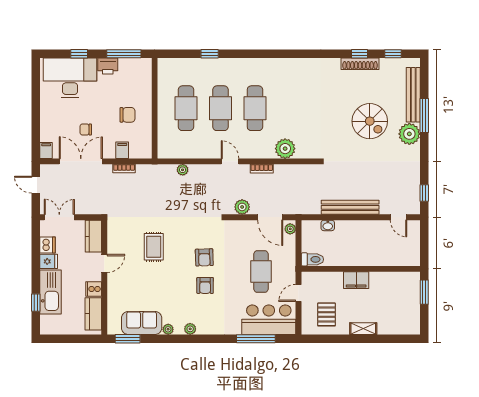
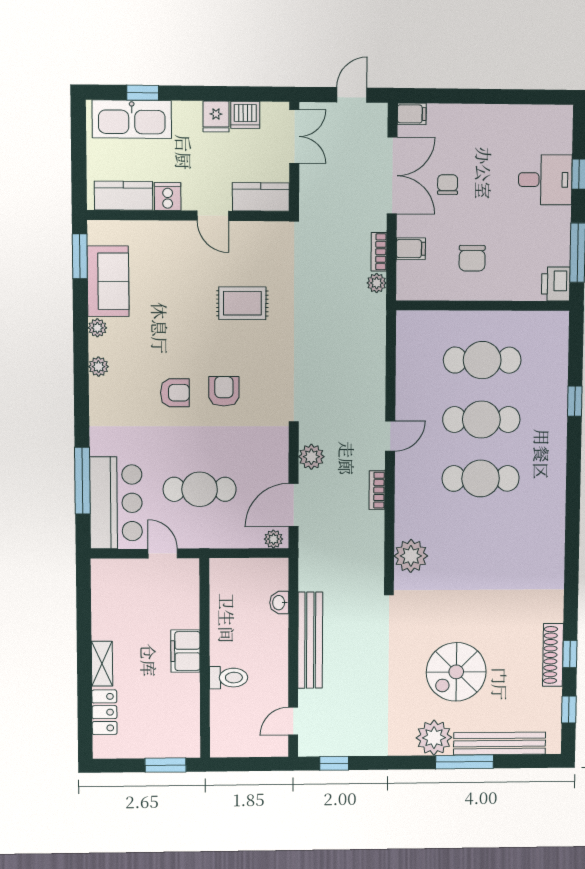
printer: (108, 66) -> (556, 284), moved
desk: (70, 78) -> (545, 180), width x0.53, depth x0.77
plant: (285, 149) -> (411, 556), moved
plant: (183, 170) -> (377, 283), moved
armchair: (204, 257) -> (224, 391), turned 92
toilet: (312, 259) -> (229, 678), moved, turned -90
armchair: (205, 285) -> (175, 393), turned 180
kitchen sink: (51, 292) -> (132, 119), moved
pallet: (326, 314) -> (126, 601), removed
locker: (392, 327) -> (104, 712), added

